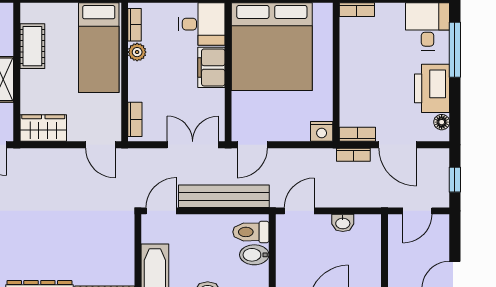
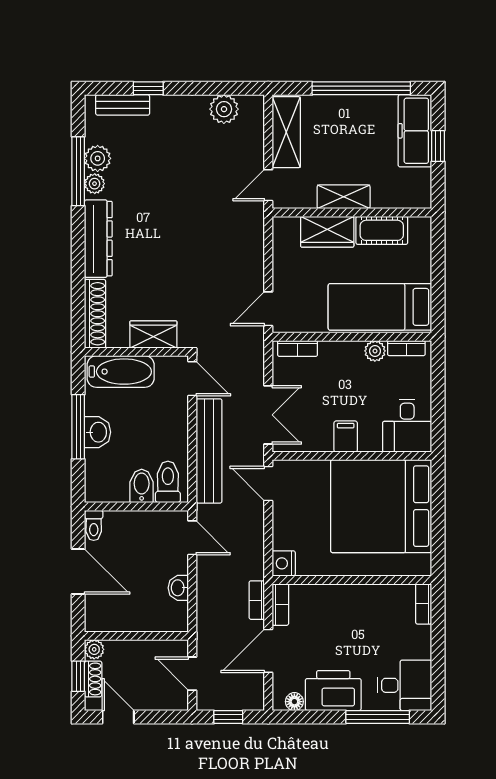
filing cabinet: (211, 67) -> (346, 437), width x0.50
wardrobe: (43, 128) -> (327, 232), moved, turned 90
wardrobe: (123, 245) -> (153, 334), added

